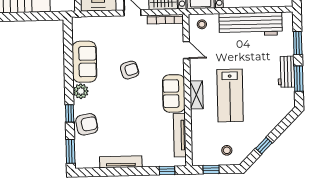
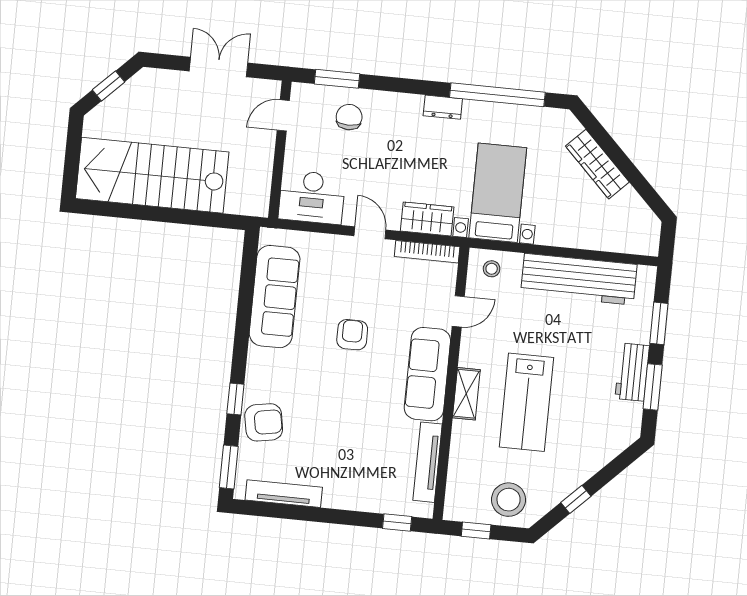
door: (186, 50) -> (458, 311), hinge flipped
sofa: (84, 62) -> (275, 297), width x1.36
armchair: (130, 70) -> (352, 335), turned -74
plant: (81, 91) -> (260, 362), removed
sofa: (174, 93) -> (427, 374), width x1.36
stool: (227, 150) -> (509, 500), width x1.89, depth x1.89
tv unit: (121, 162) -> (284, 494), moved

